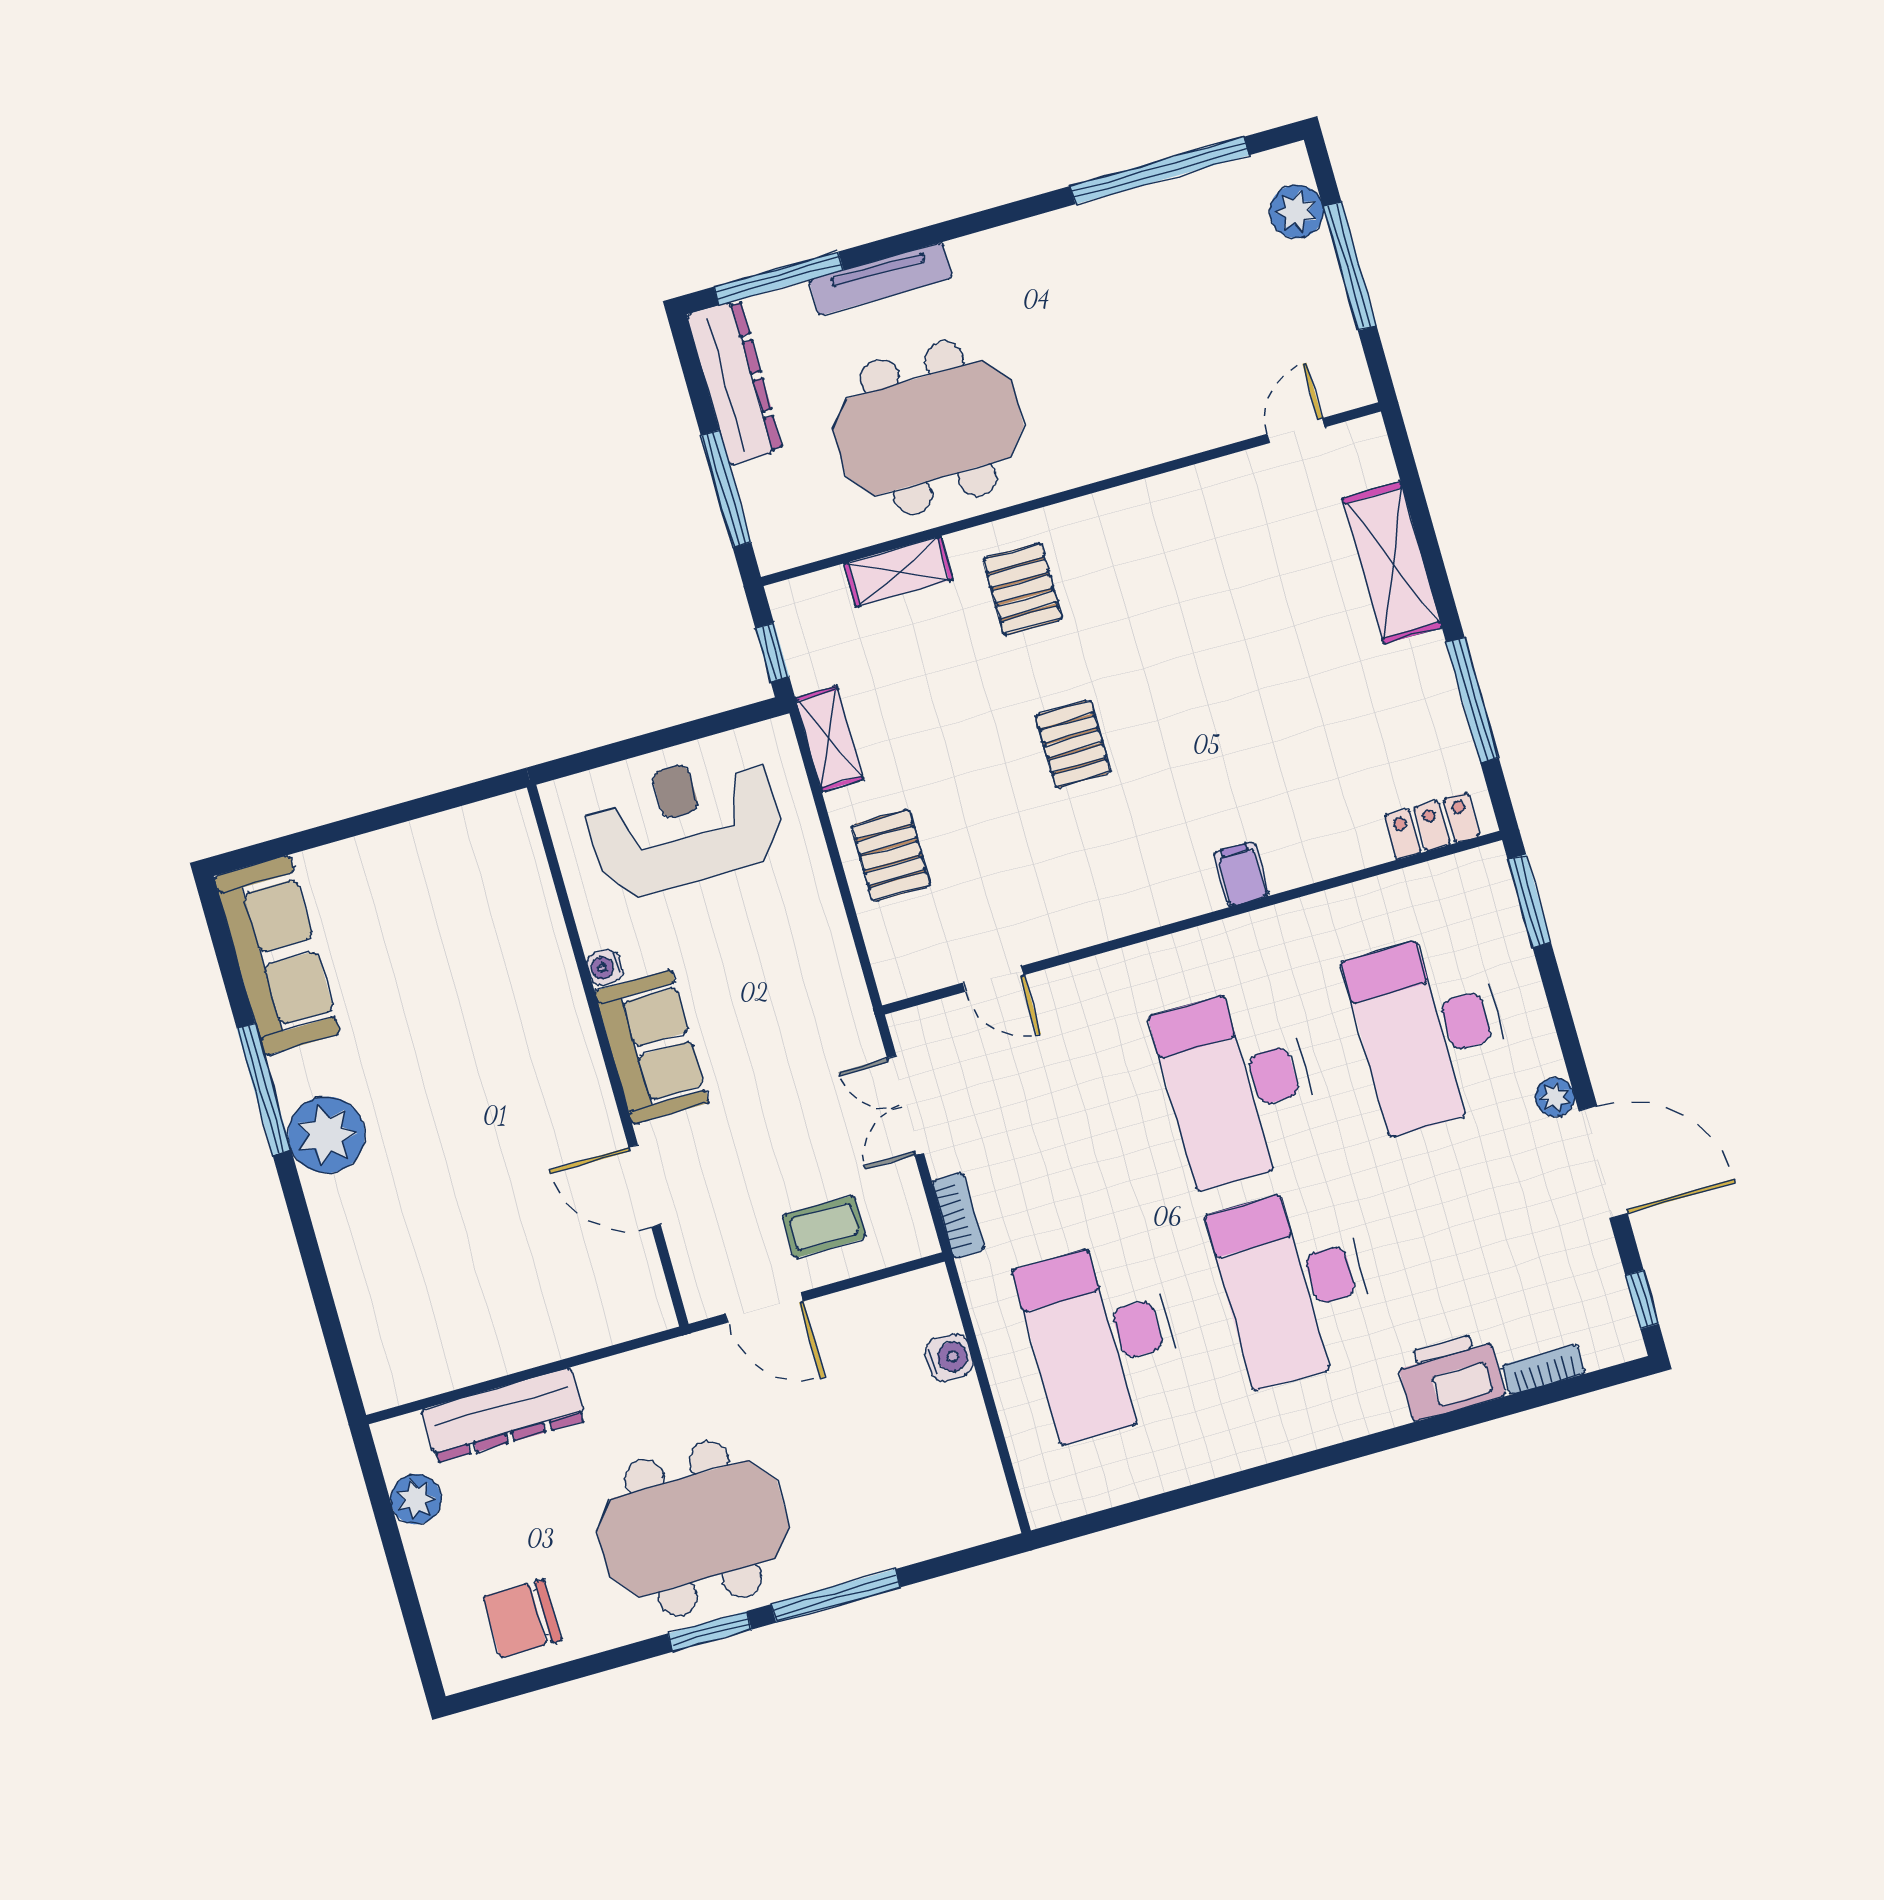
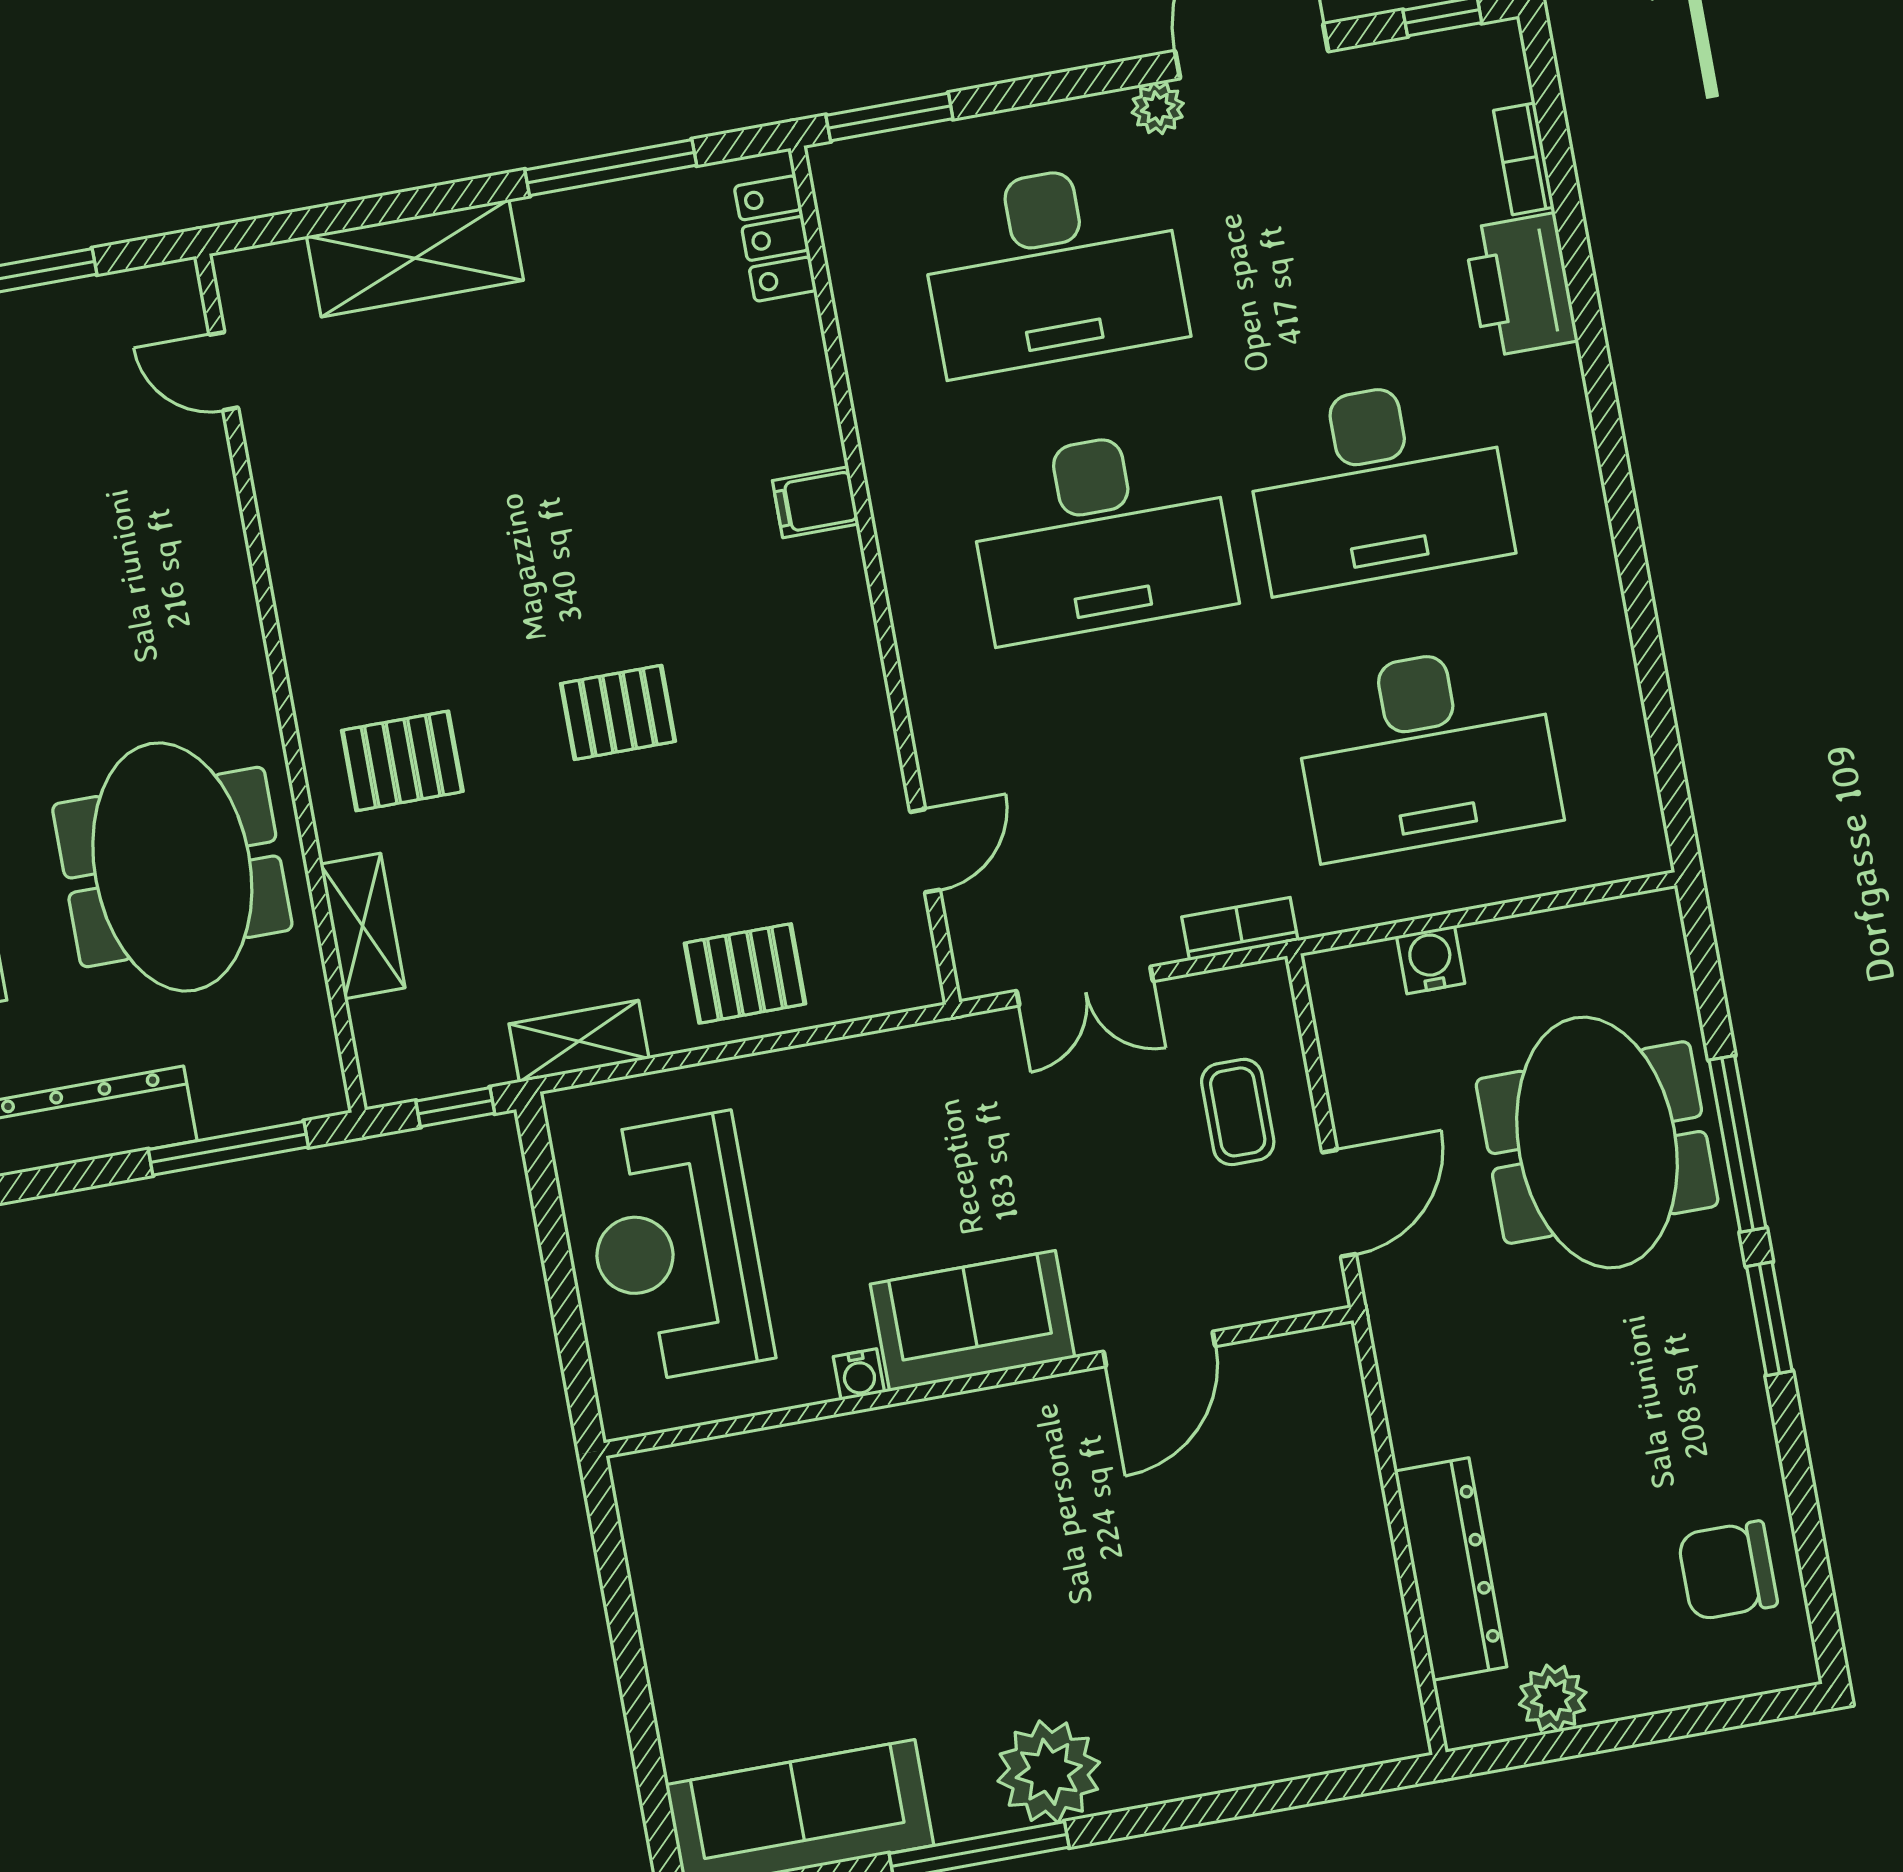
meeting table: (693, 1529) -> (1597, 1143), moved
chair: (522, 1619) -> (1728, 1571), turned 90

